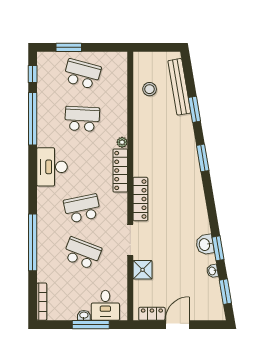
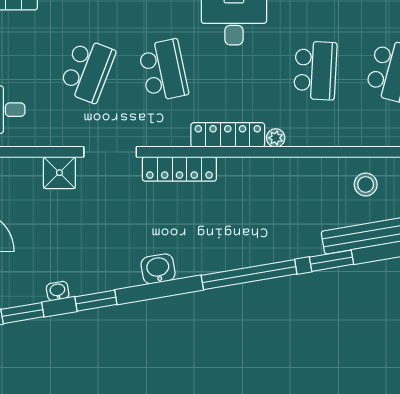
window: (203, 158) -> (249, 275), width x2.11
washbasin: (205, 244) -> (158, 269), moved

